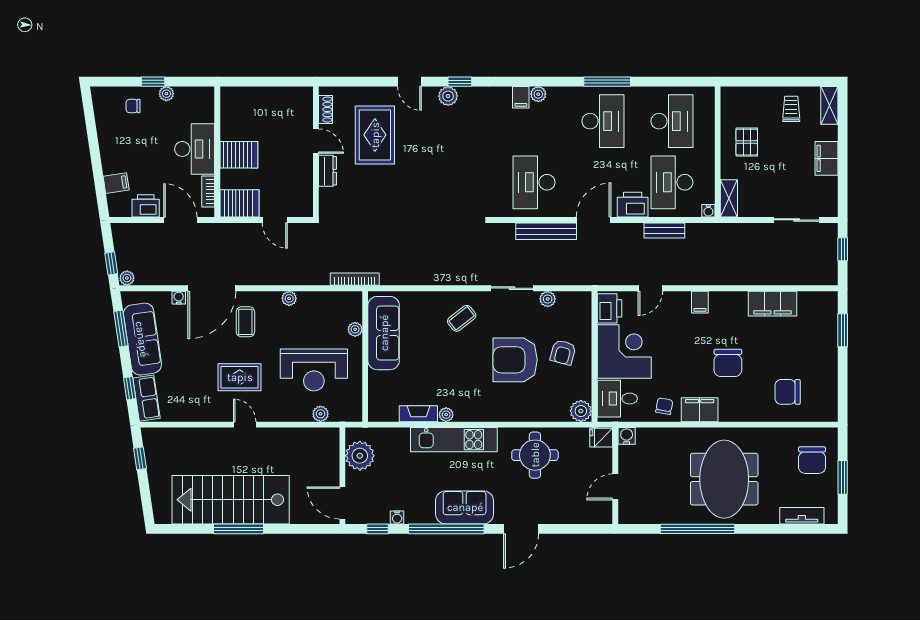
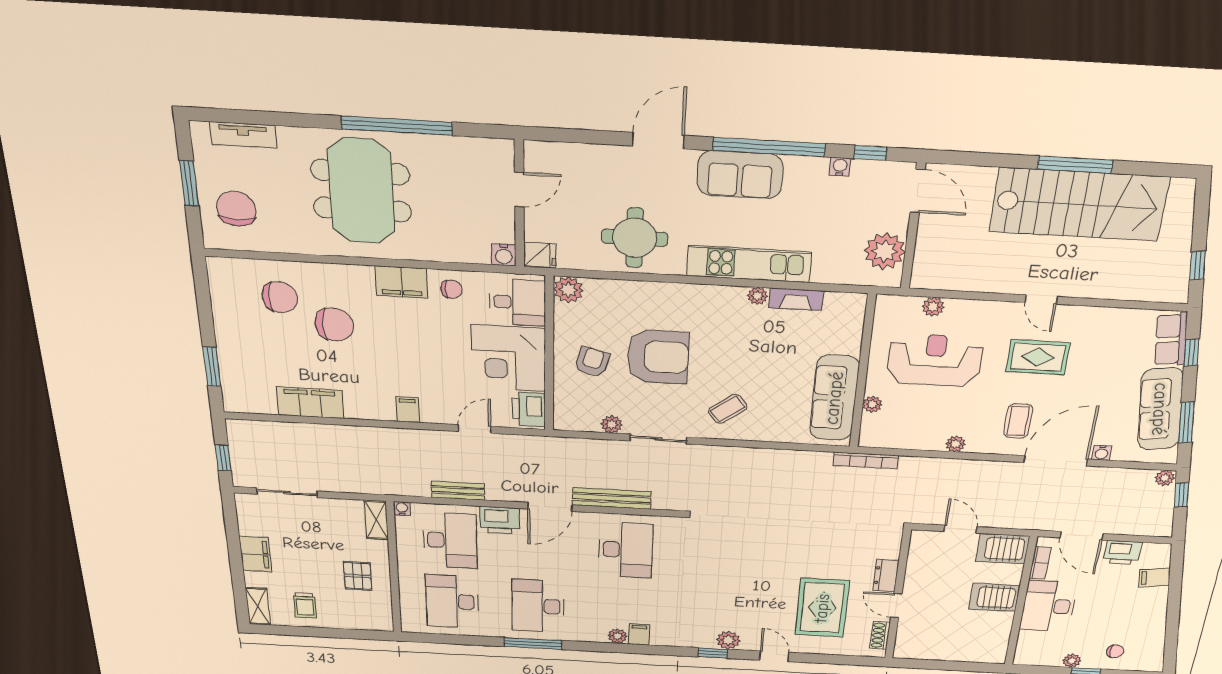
chair: (728, 363) -> (334, 325), moved, turned 90
chair: (664, 406) -> (451, 289), turned -100

